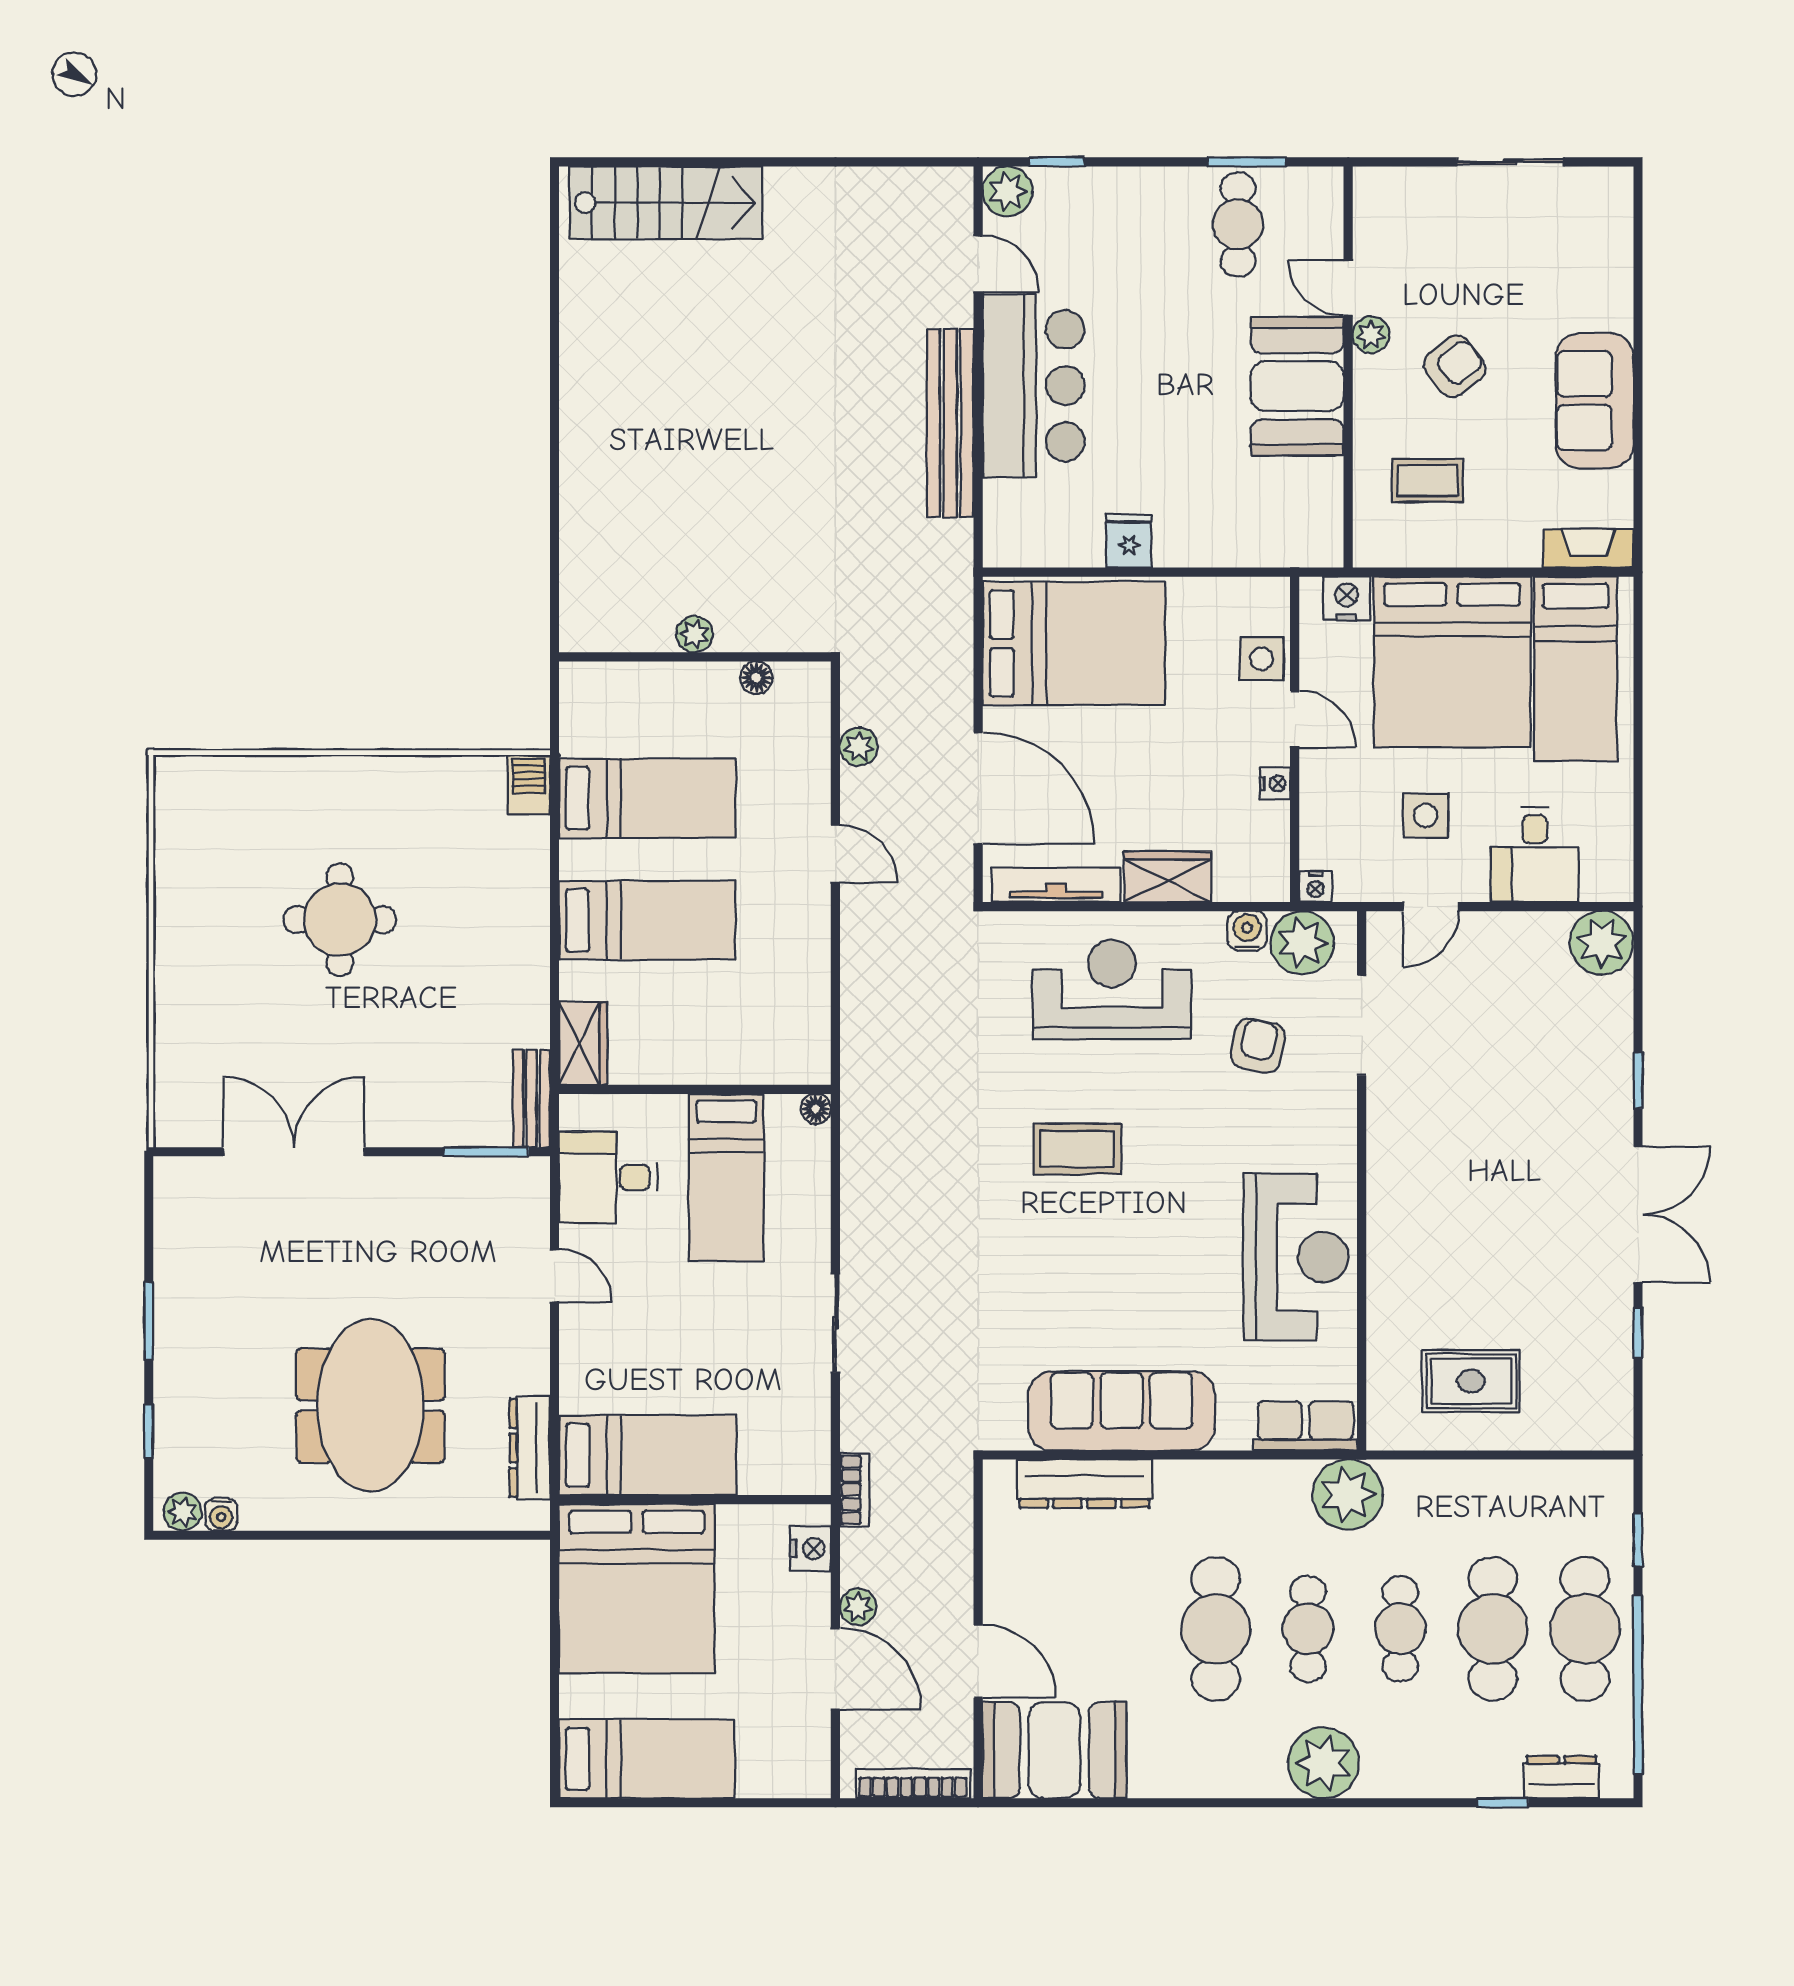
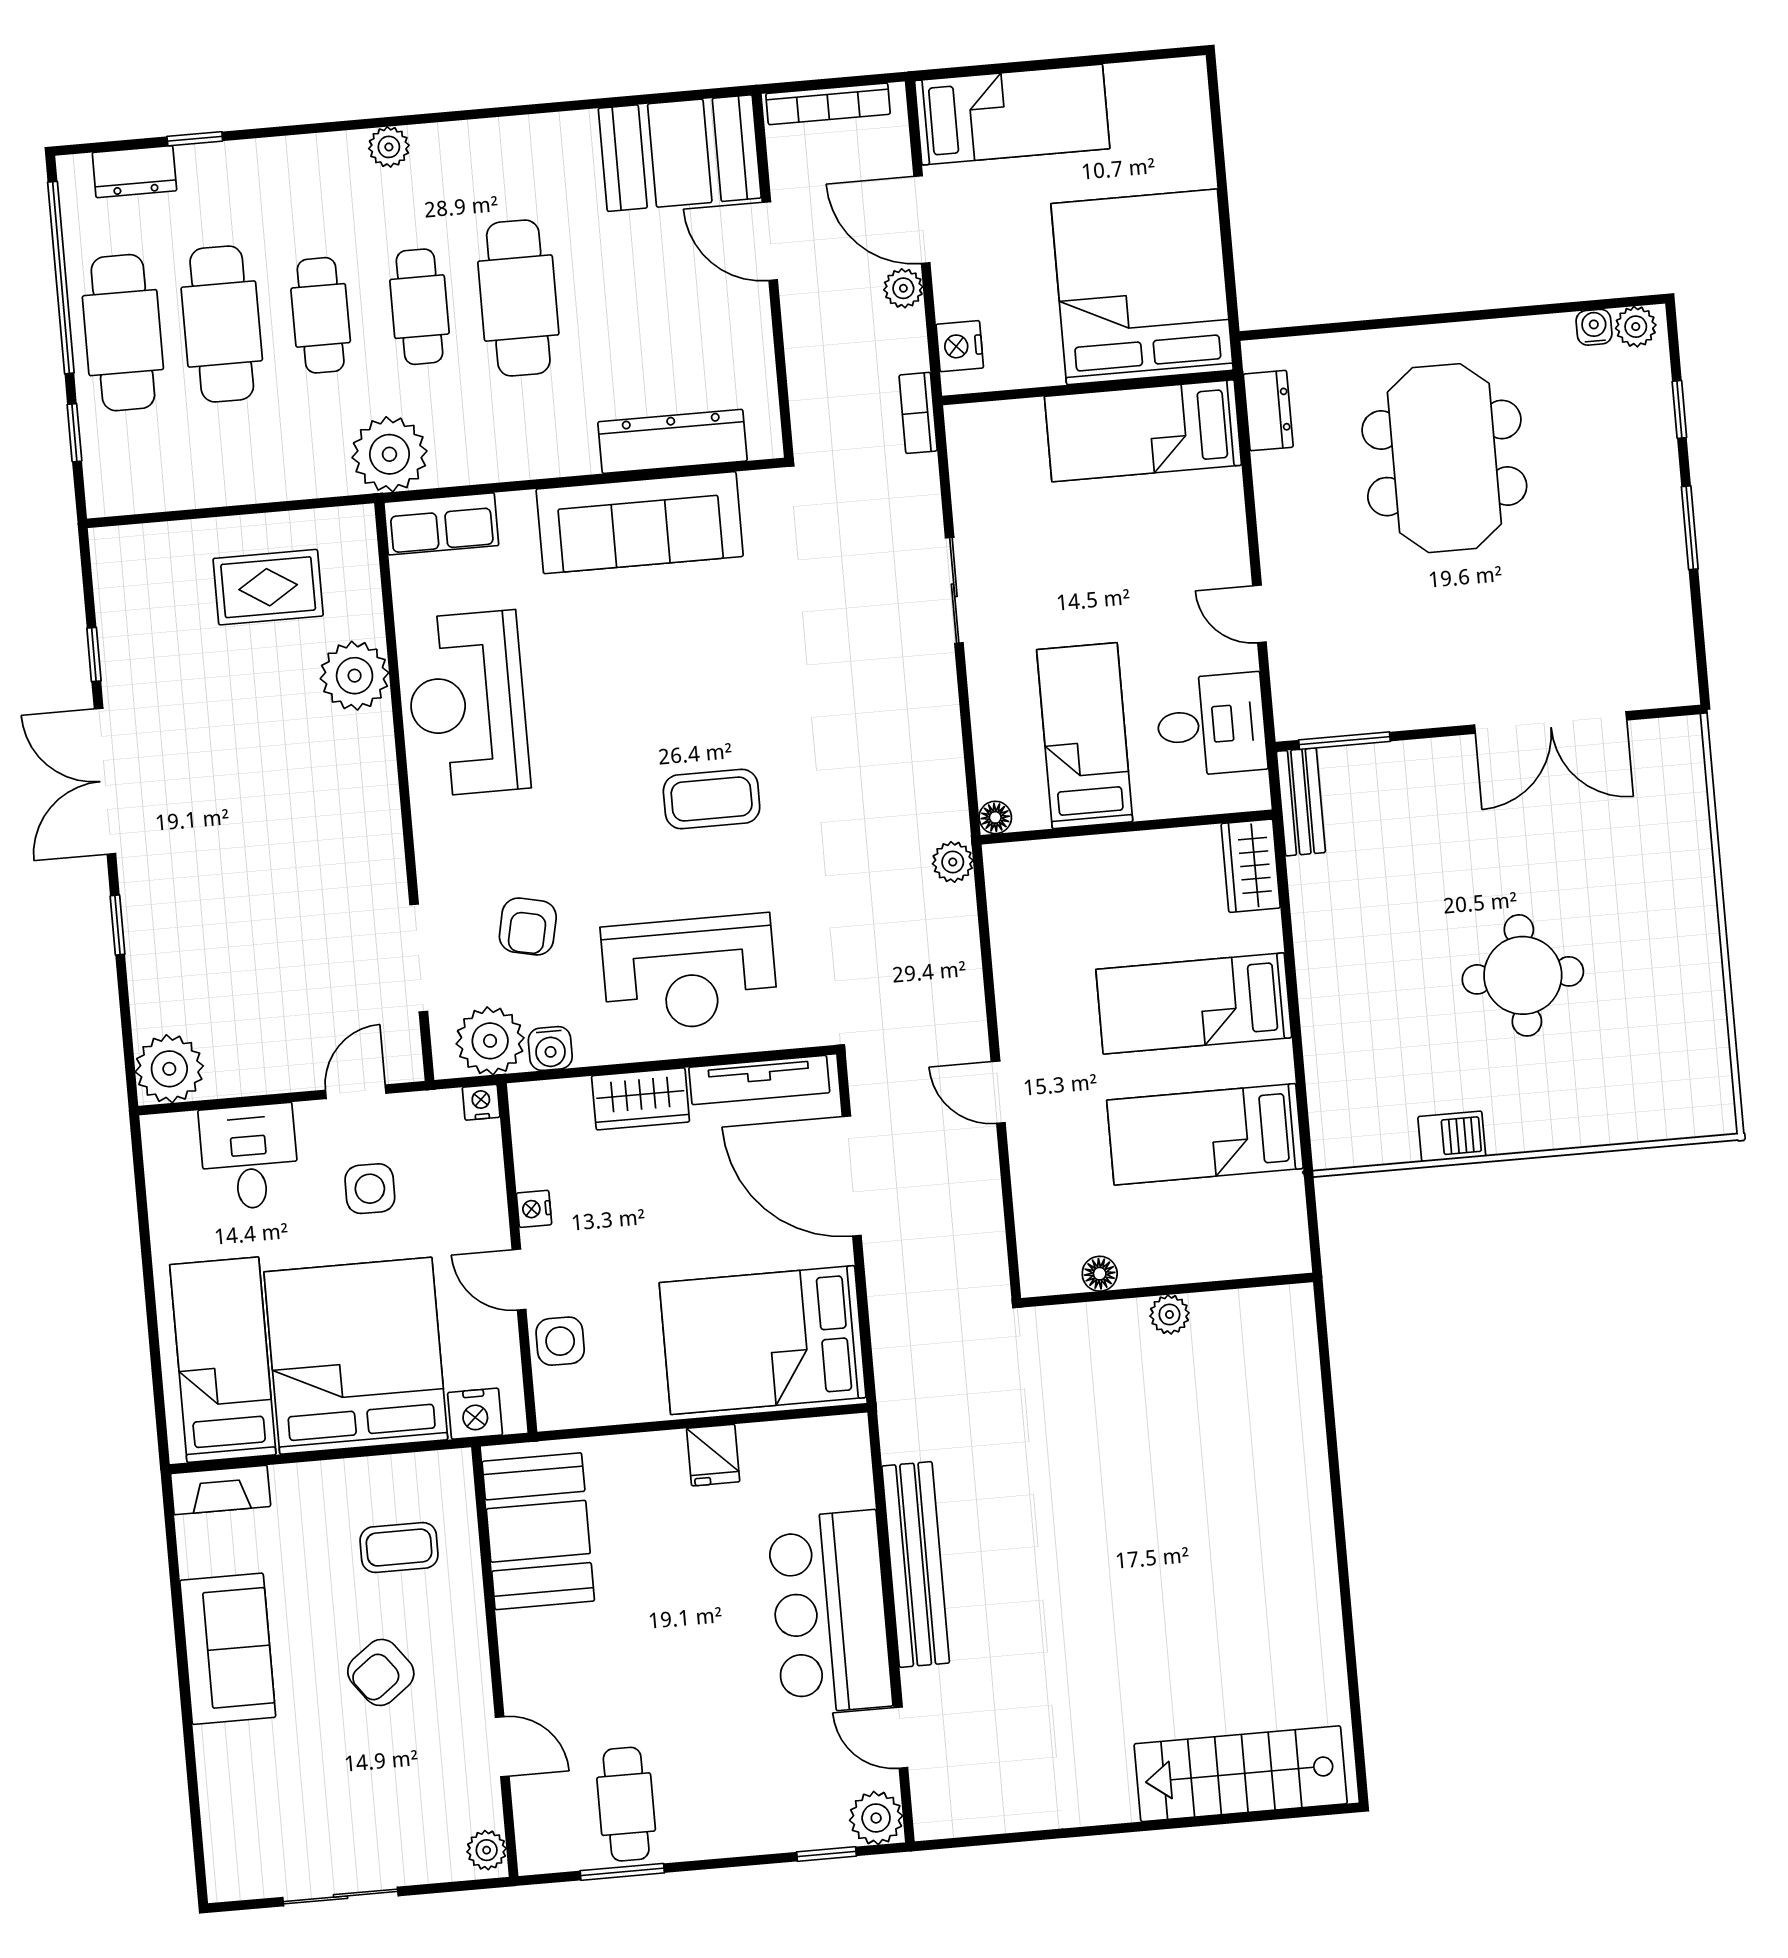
plant: (1371, 335) -> (487, 1850), moved
booth: (1297, 386) -> (538, 1531), moved
plant: (859, 747) -> (953, 862), moved
barbecue: (529, 785) -> (1452, 1137), moved, turned -90
plant: (1398, 1292) -> (355, 676), added
dresser: (530, 1448) -> (1268, 411), width x0.70
bed: (647, 1759) -> (1012, 115), moved, turned 180
plant: (1323, 1763) -> (389, 147), width x0.53, depth x0.53

